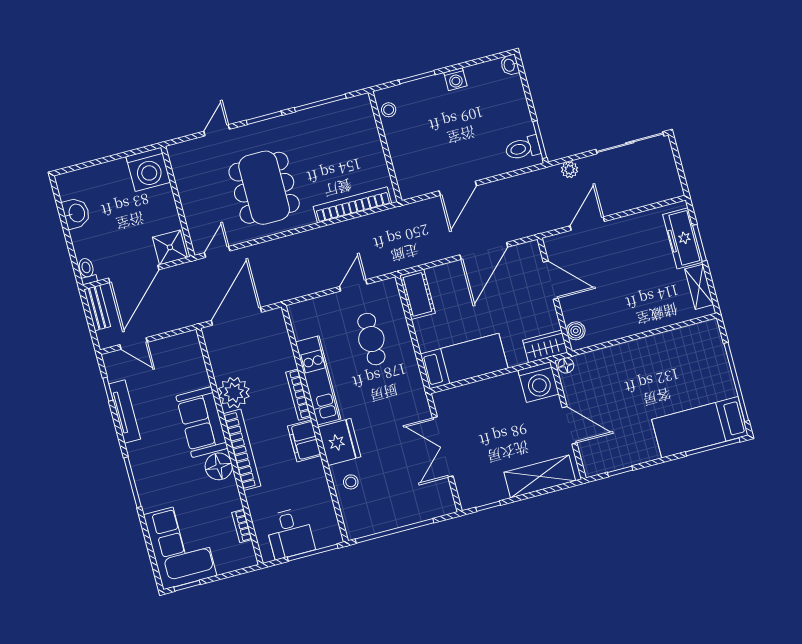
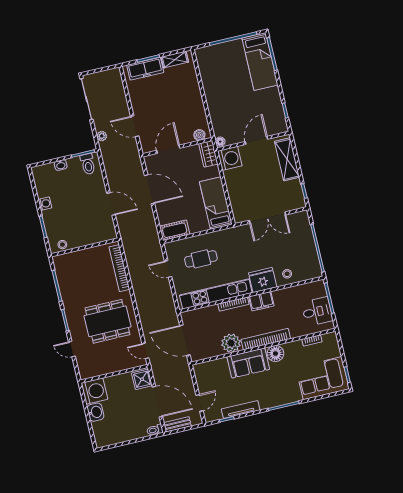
washbasin: (510, 65) -> (61, 165), moved
washbasin: (76, 213) -> (95, 412), moved, turned 90
kitchen unit: (318, 380) -> (216, 294), width x1.36

